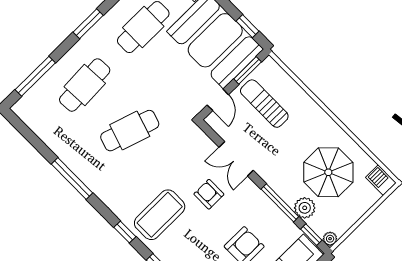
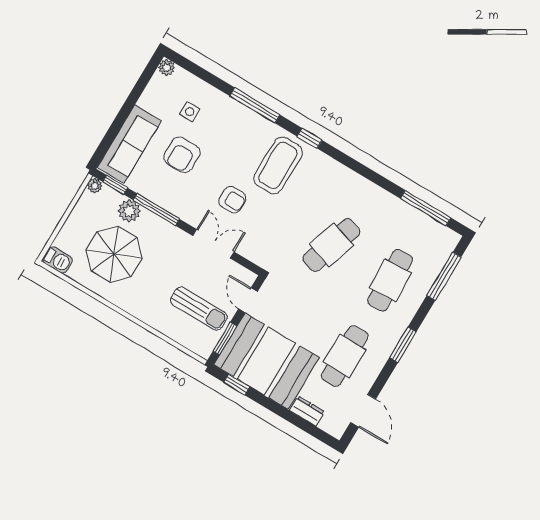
window: (72, 179) -> (426, 208), moved

